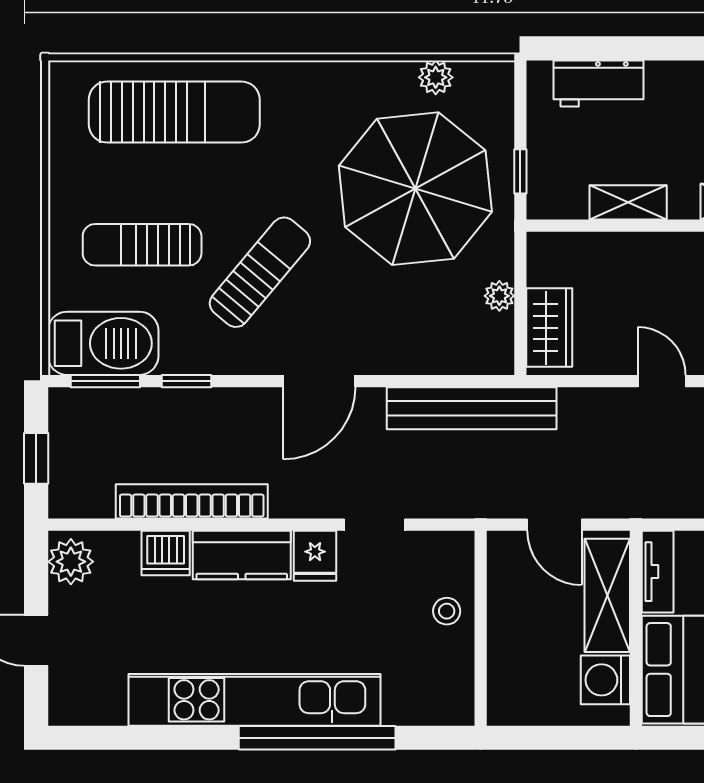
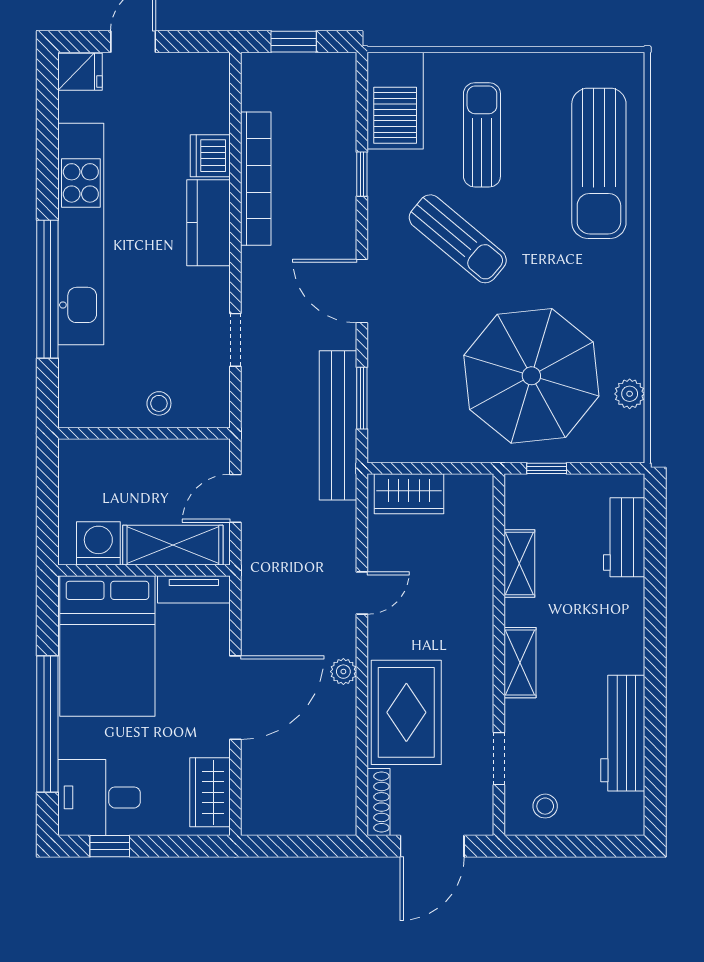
plant: (499, 296) -> (437, 450), removed
window: (105, 381) -> (362, 398), moved
fridge: (315, 556) -> (80, 72), moved, turned 180
plant: (71, 562) -> (203, 72), removed

